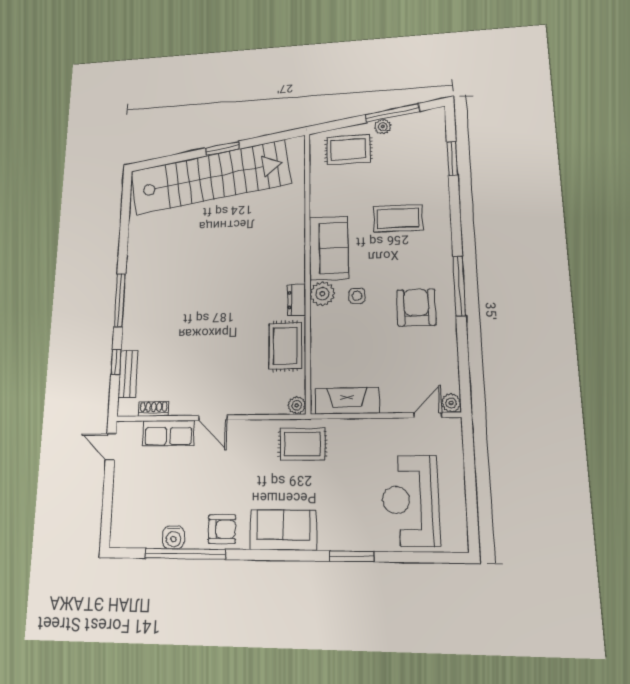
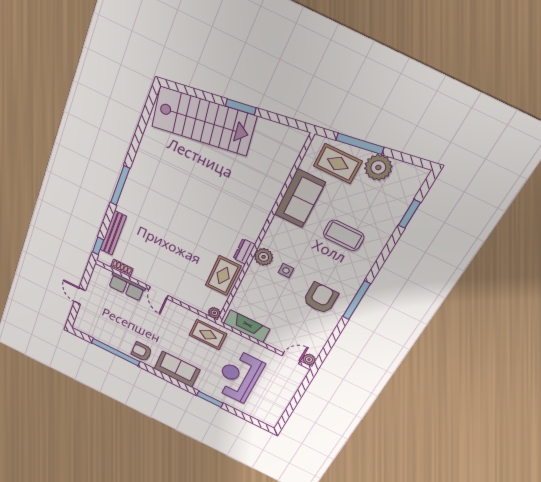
window: (392, 113) -> (360, 144), moved
plant: (383, 127) -> (378, 167), width x1.88, depth x1.88
stairs: (210, 177) -> (204, 121), width x0.73
sofa: (329, 248) -> (300, 198), moved
window: (116, 362) -> (98, 246), moved
bench: (128, 374) -> (113, 233), width x1.36
door: (111, 447) -> (80, 296), moved
reception desk: (410, 500) -> (239, 376), moved
armchair: (222, 529) -> (142, 351), turned 180
water cooler: (173, 537) -> (112, 341), removed

